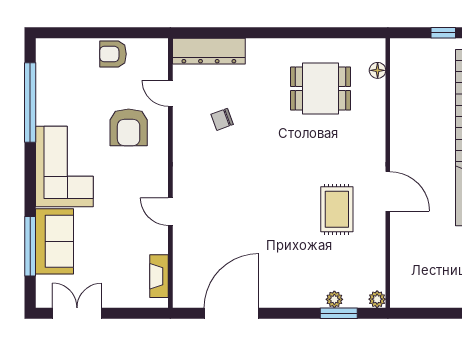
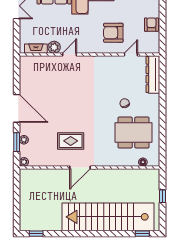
dining table: (321, 89) -> (133, 133), width x1.37
chair: (222, 119) -> (125, 103), moved
plant: (156, 241) -> (54, 47), added
door: (231, 313) -> (17, 108), moved

